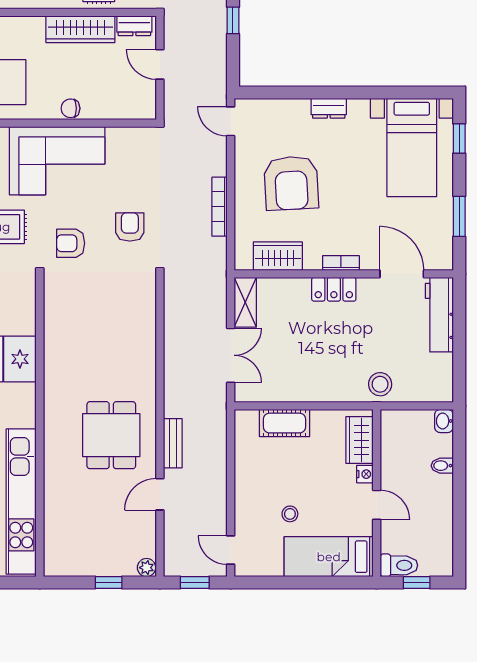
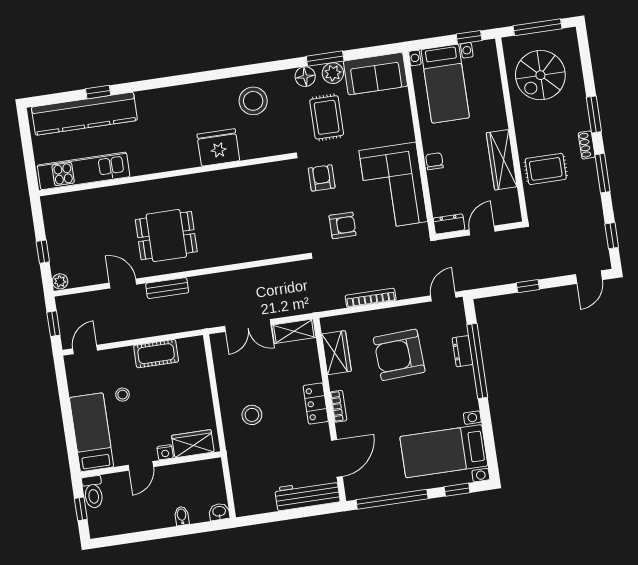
dresser: (134, 26) -> (449, 224), moved, turned 90
window: (312, 93) -> (477, 361), added
dresser: (329, 108) -> (462, 351), moved
corner sofa: (57, 161) -> (393, 186), moved
window: (459, 216) -> (392, 499), width x2.11
stool: (380, 384) -> (252, 415), moved
cot: (284, 423) -> (156, 354), moved, turned 90
kitchen unit: (21, 502) -> (84, 171), width x0.73

